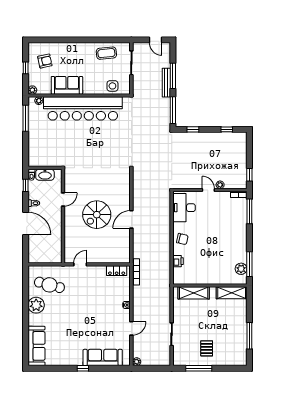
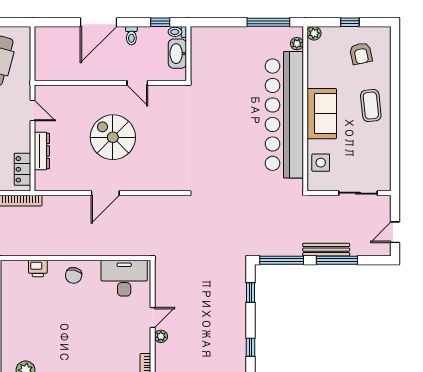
coffee table: (106, 53) -> (371, 106), moved
sofa: (67, 85) -> (322, 114), moved
door: (131, 219) -> (105, 193), swing flipped
dresser: (105, 259) -> (42, 151), added

